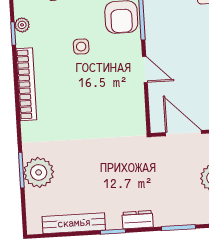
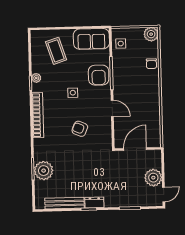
armchair: (94, 104) -> (80, 129), added
door: (184, 133) -> (135, 149), hinge flipped
dresser: (138, 220) -> (94, 202), moved

